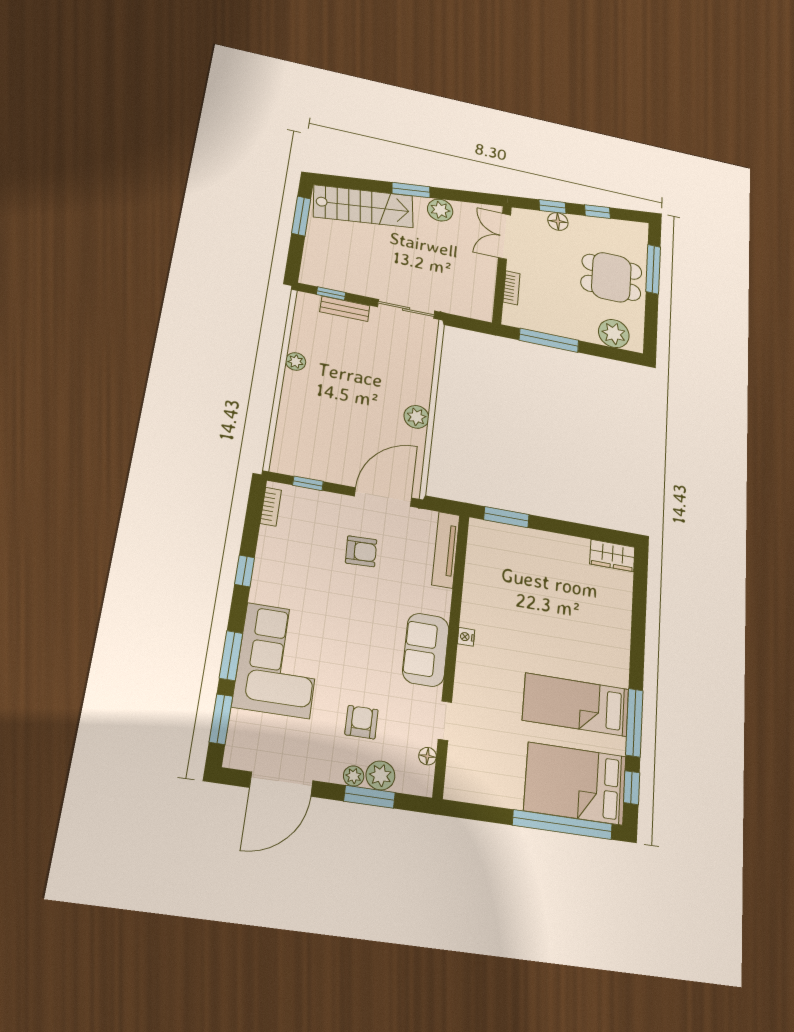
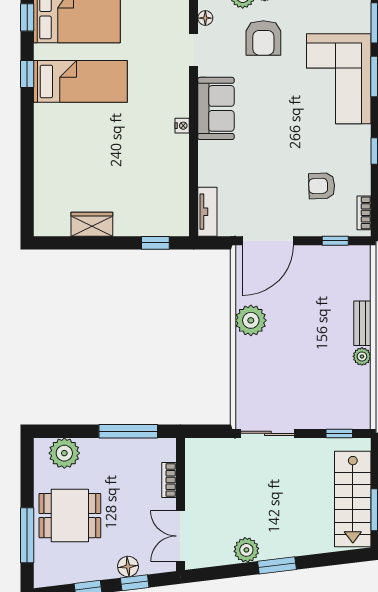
stairs: (363, 206) -> (353, 499), moved, turned -83
double door: (504, 236) -> (180, 536), swing flipped
bench: (345, 309) -> (362, 323), moved, turned 90
plant: (416, 417) -> (251, 320), width x1.36, depth x1.36
window: (506, 517) -> (155, 243), width x0.67
tv unit: (446, 550) -> (207, 212), width x0.71
armchair: (361, 551) -> (322, 186), moved
wardrobe: (612, 556) -> (92, 224), moved
armchair: (362, 722) -> (263, 38), width x1.38, depth x1.38
window: (634, 723) -> (27, 74), width x0.46

